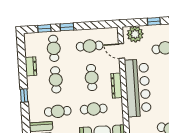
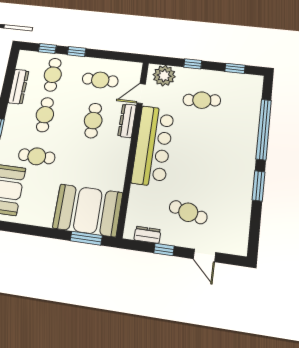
door: (121, 51) -> (141, 94), hinge flipped
dresser: (31, 66) -> (18, 87), width x1.44
dresser: (117, 86) -> (127, 121), moved
cafe table: (94, 109) -> (86, 163), removed

